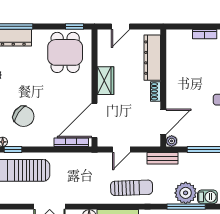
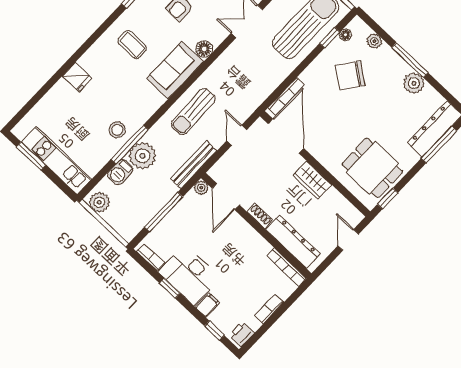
bookcase: (171, 47) -> (286, 267), added
bench: (162, 158) -> (194, 165), width x1.36

